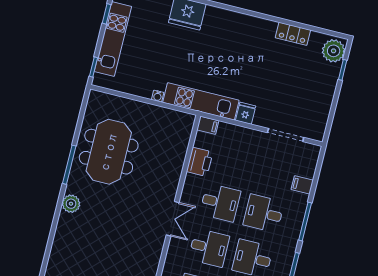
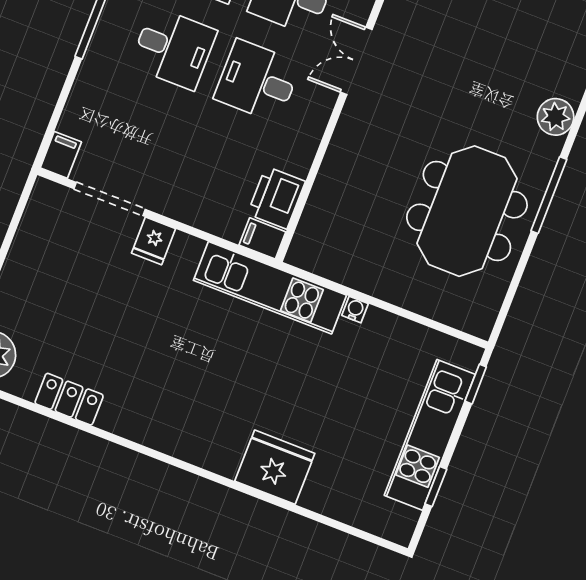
fridge: (246, 113) -> (153, 241), moved
printer: (200, 162) -> (276, 198), moved
filing cabinet: (302, 185) -> (61, 155), moved, turned -90

